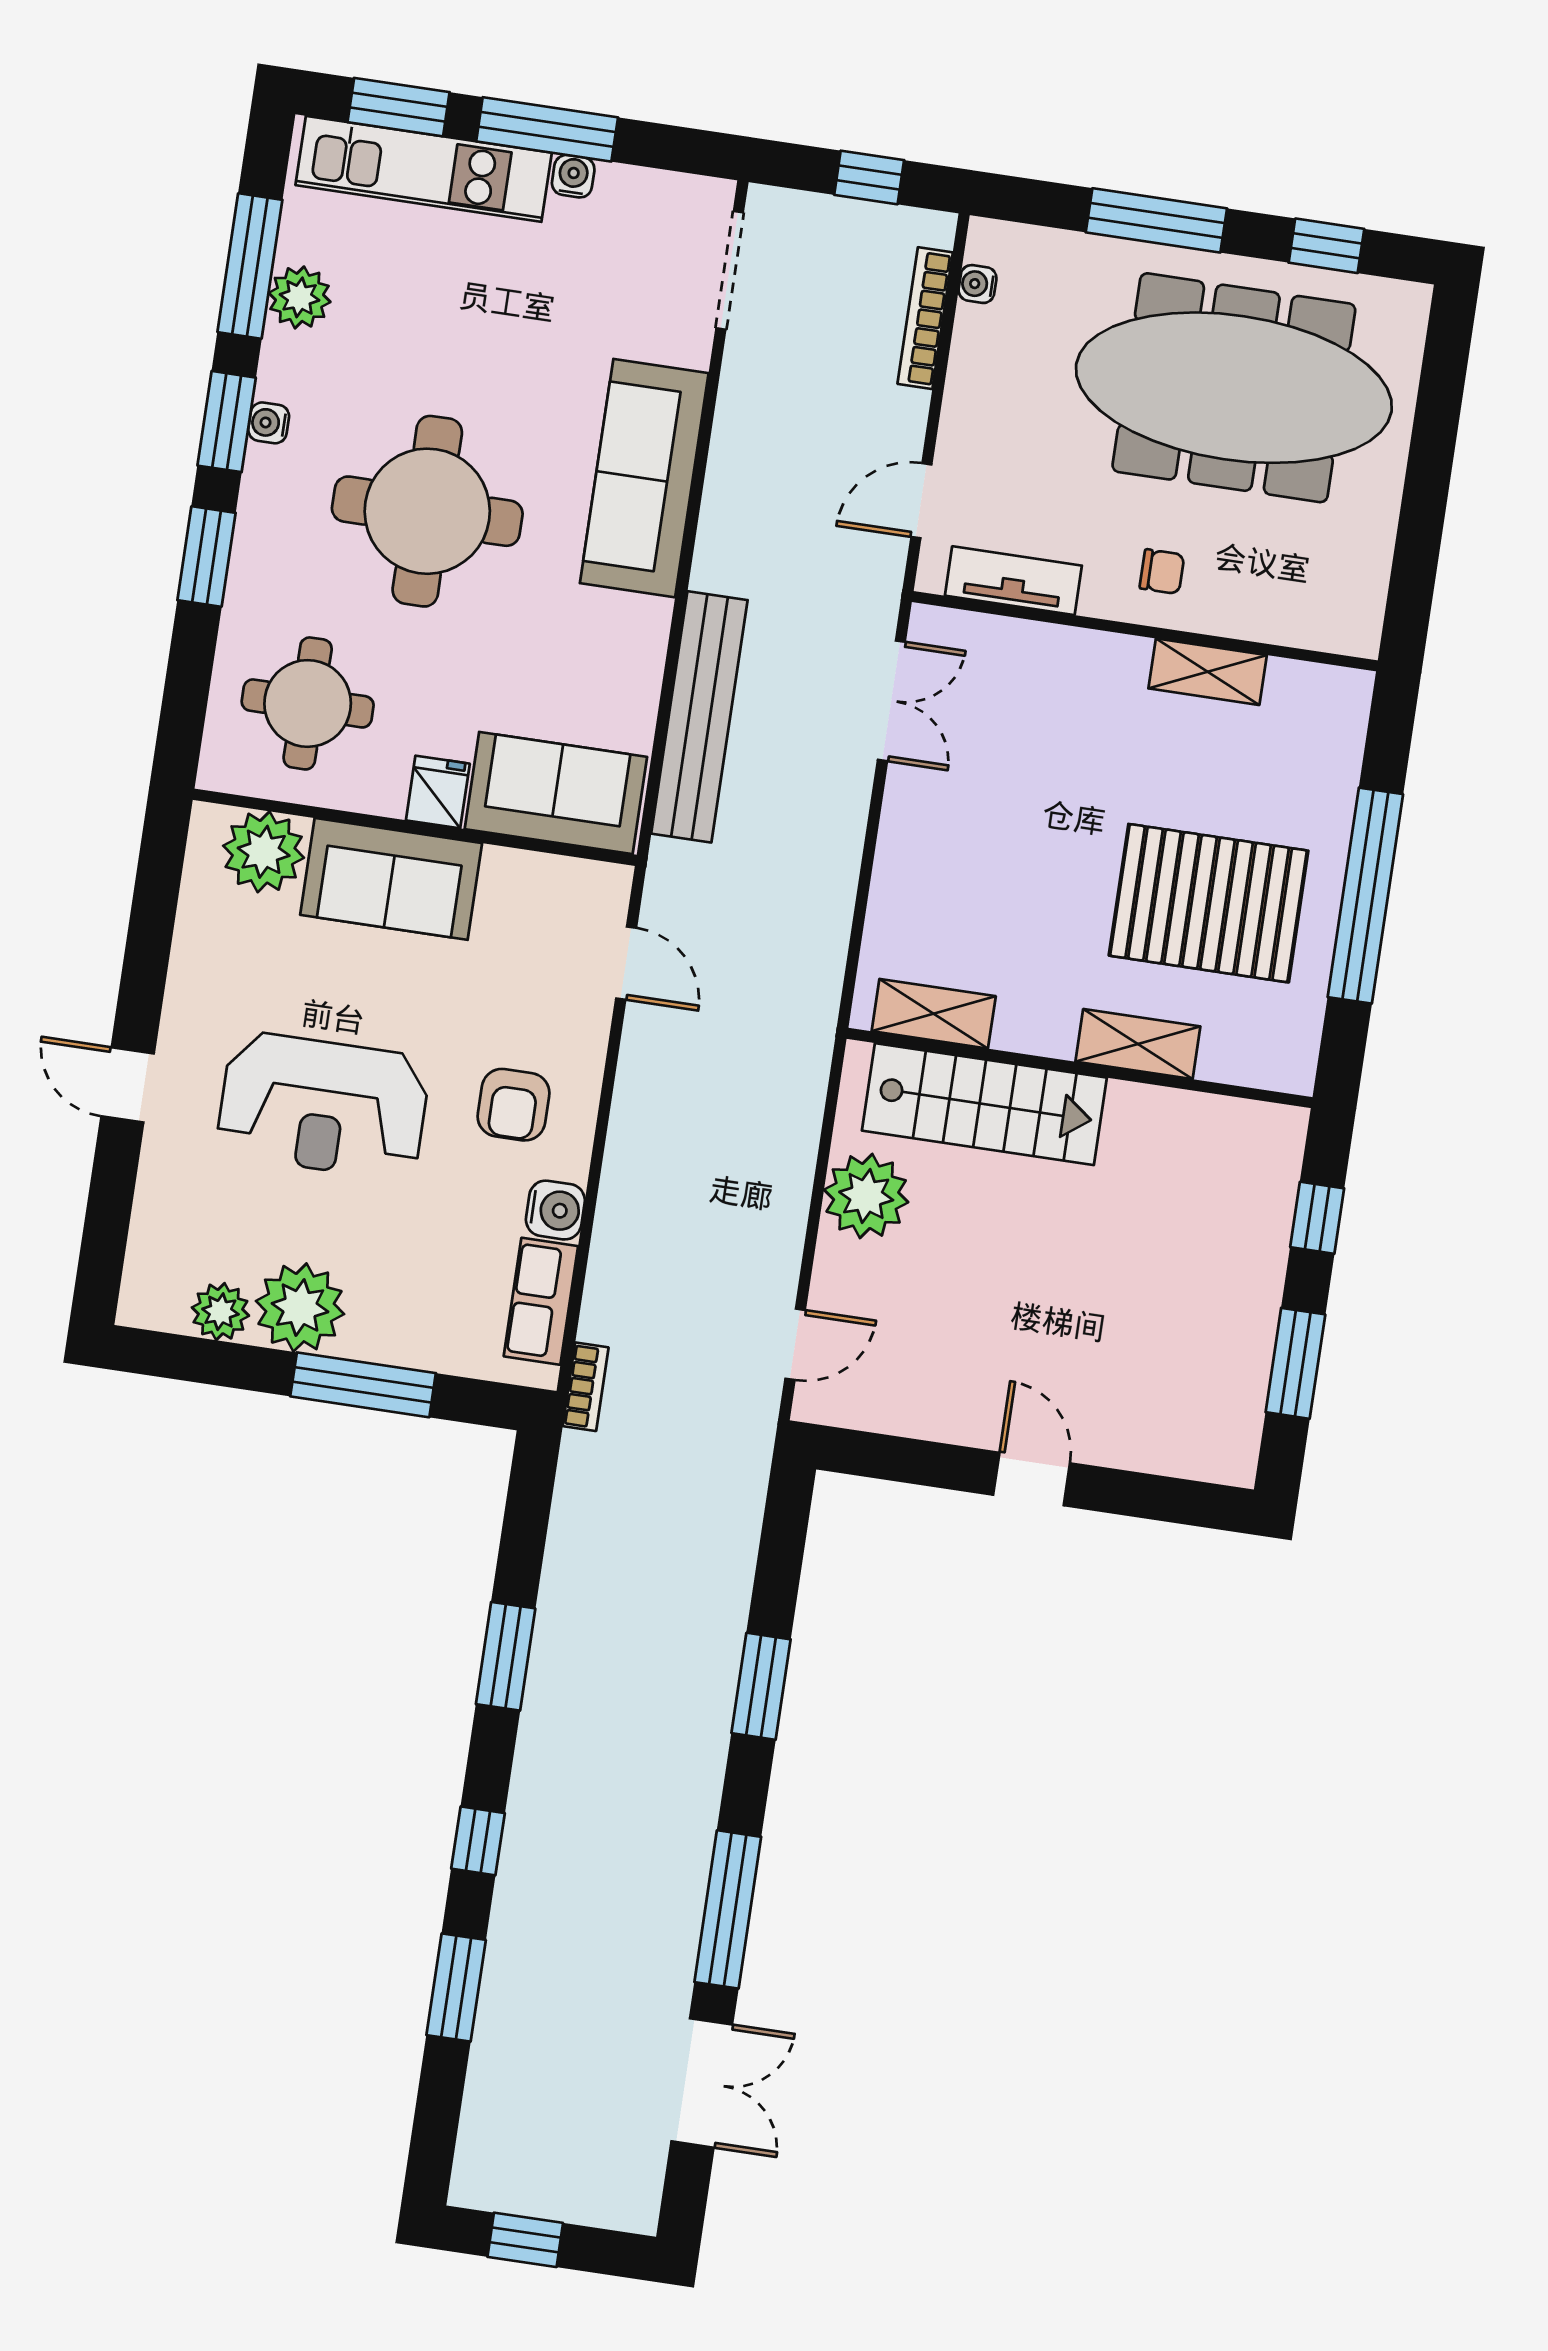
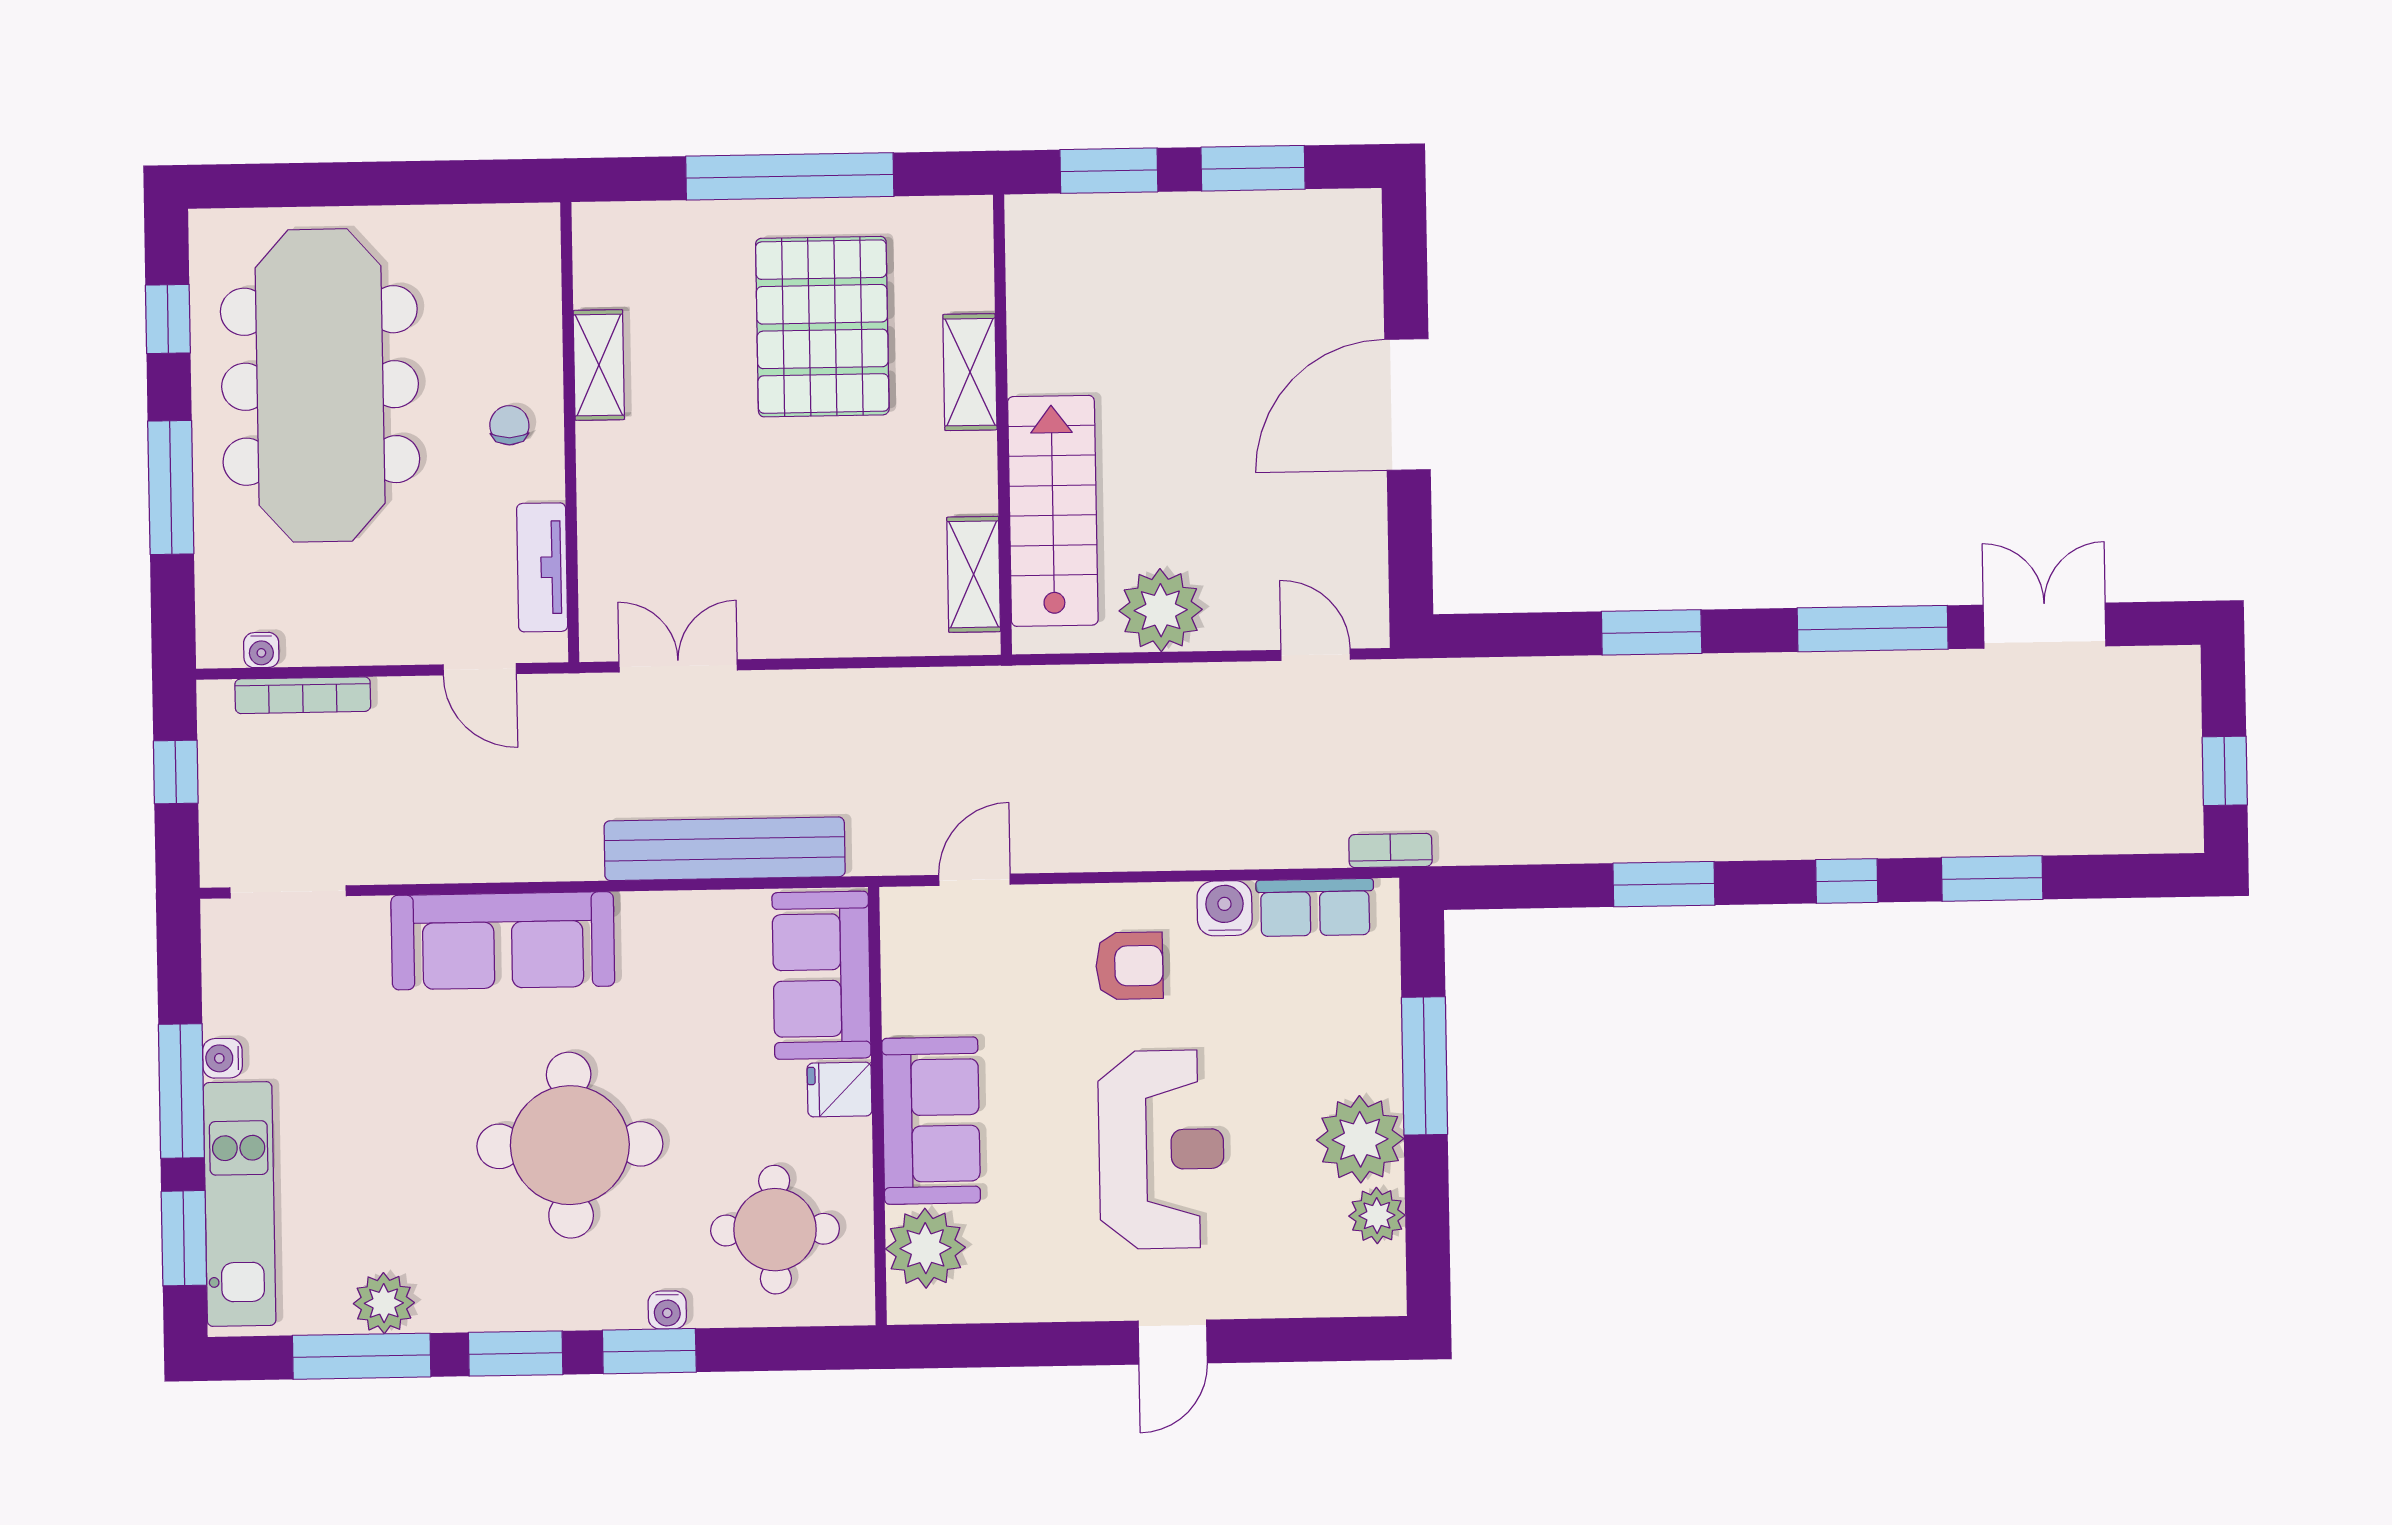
water cooler: (269, 423) -> (667, 1310), moved
window: (1317, 1218) -> (1109, 171), width x1.50
door: (1032, 1479) -> (1408, 404), width x1.88

